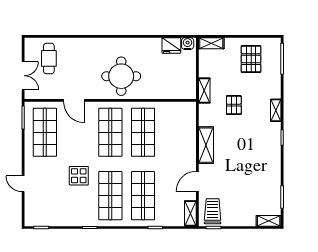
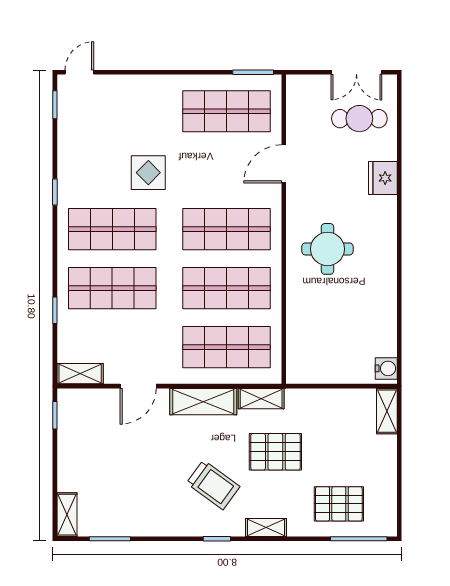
fridge: (171, 45) -> (383, 178), moved
pallet: (251, 59) -> (339, 504), moved
double door: (23, 76) -> (356, 72), moved
round table: (121, 76) -> (327, 249), width x0.73, depth x0.73
shelving: (204, 91) -> (261, 399), moved
pallet: (234, 105) -> (275, 452), width x1.50, depth x1.42
shop shelf: (176, 132) -> (226, 347), added
door: (197, 181) -> (138, 386), swing flipped
door: (23, 184) -> (79, 72), moved
trolley: (213, 211) -> (213, 485), moved, turned 36

